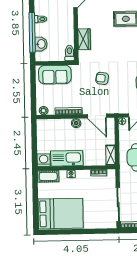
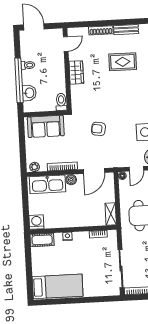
wardrobe: (84, 39) -> (76, 72), moved
door: (97, 116) -> (94, 171), hinge flipped
kitchen sink: (67, 158) -> (47, 184), moved, turned 180
bed: (61, 214) -> (58, 286), width x0.67

